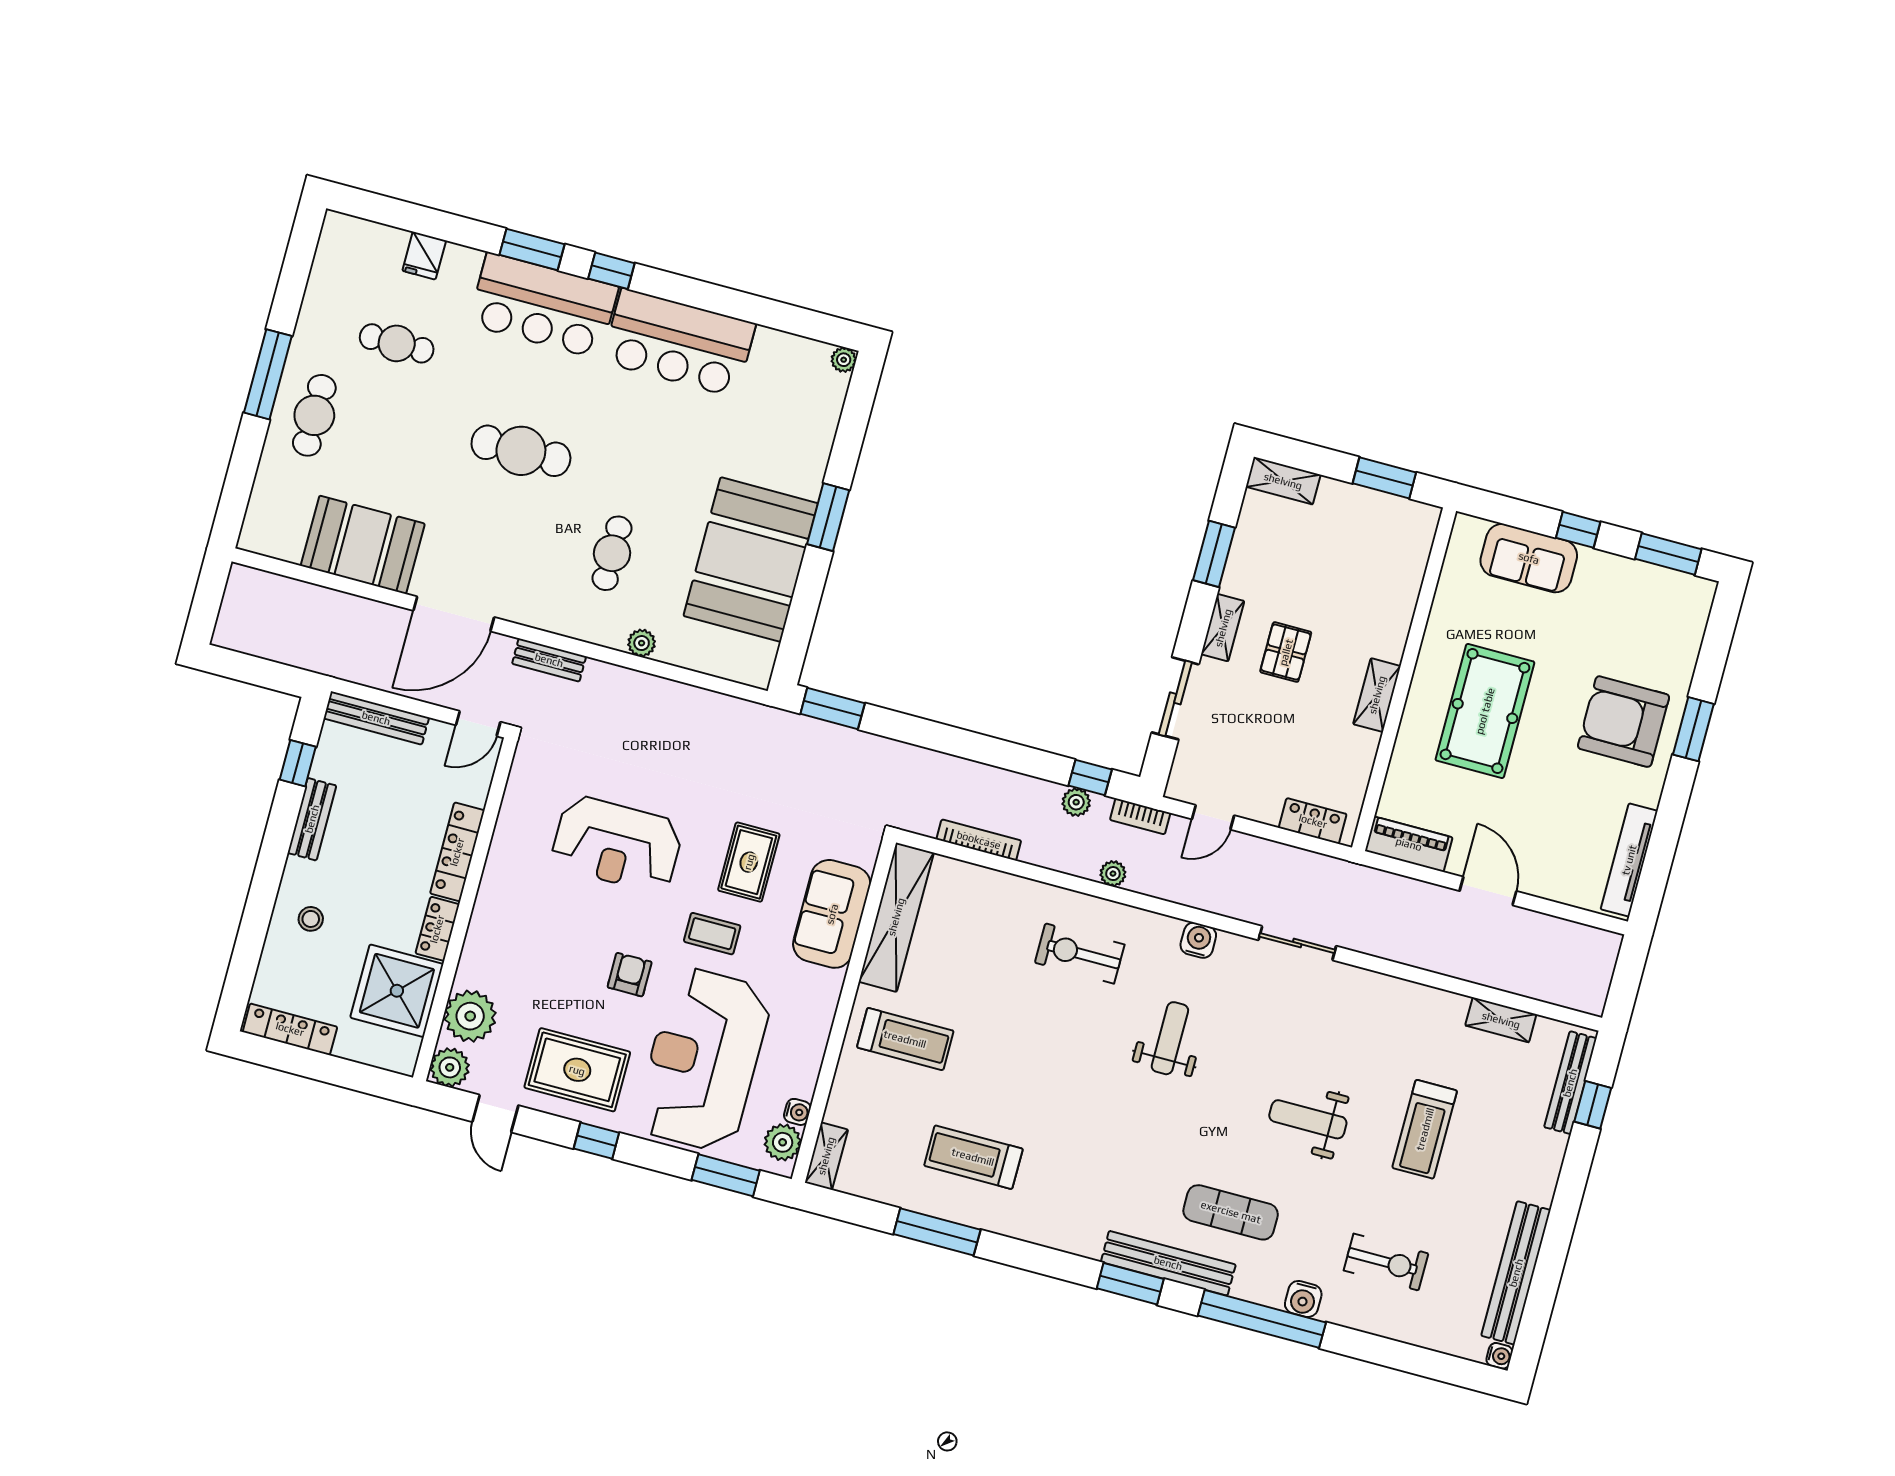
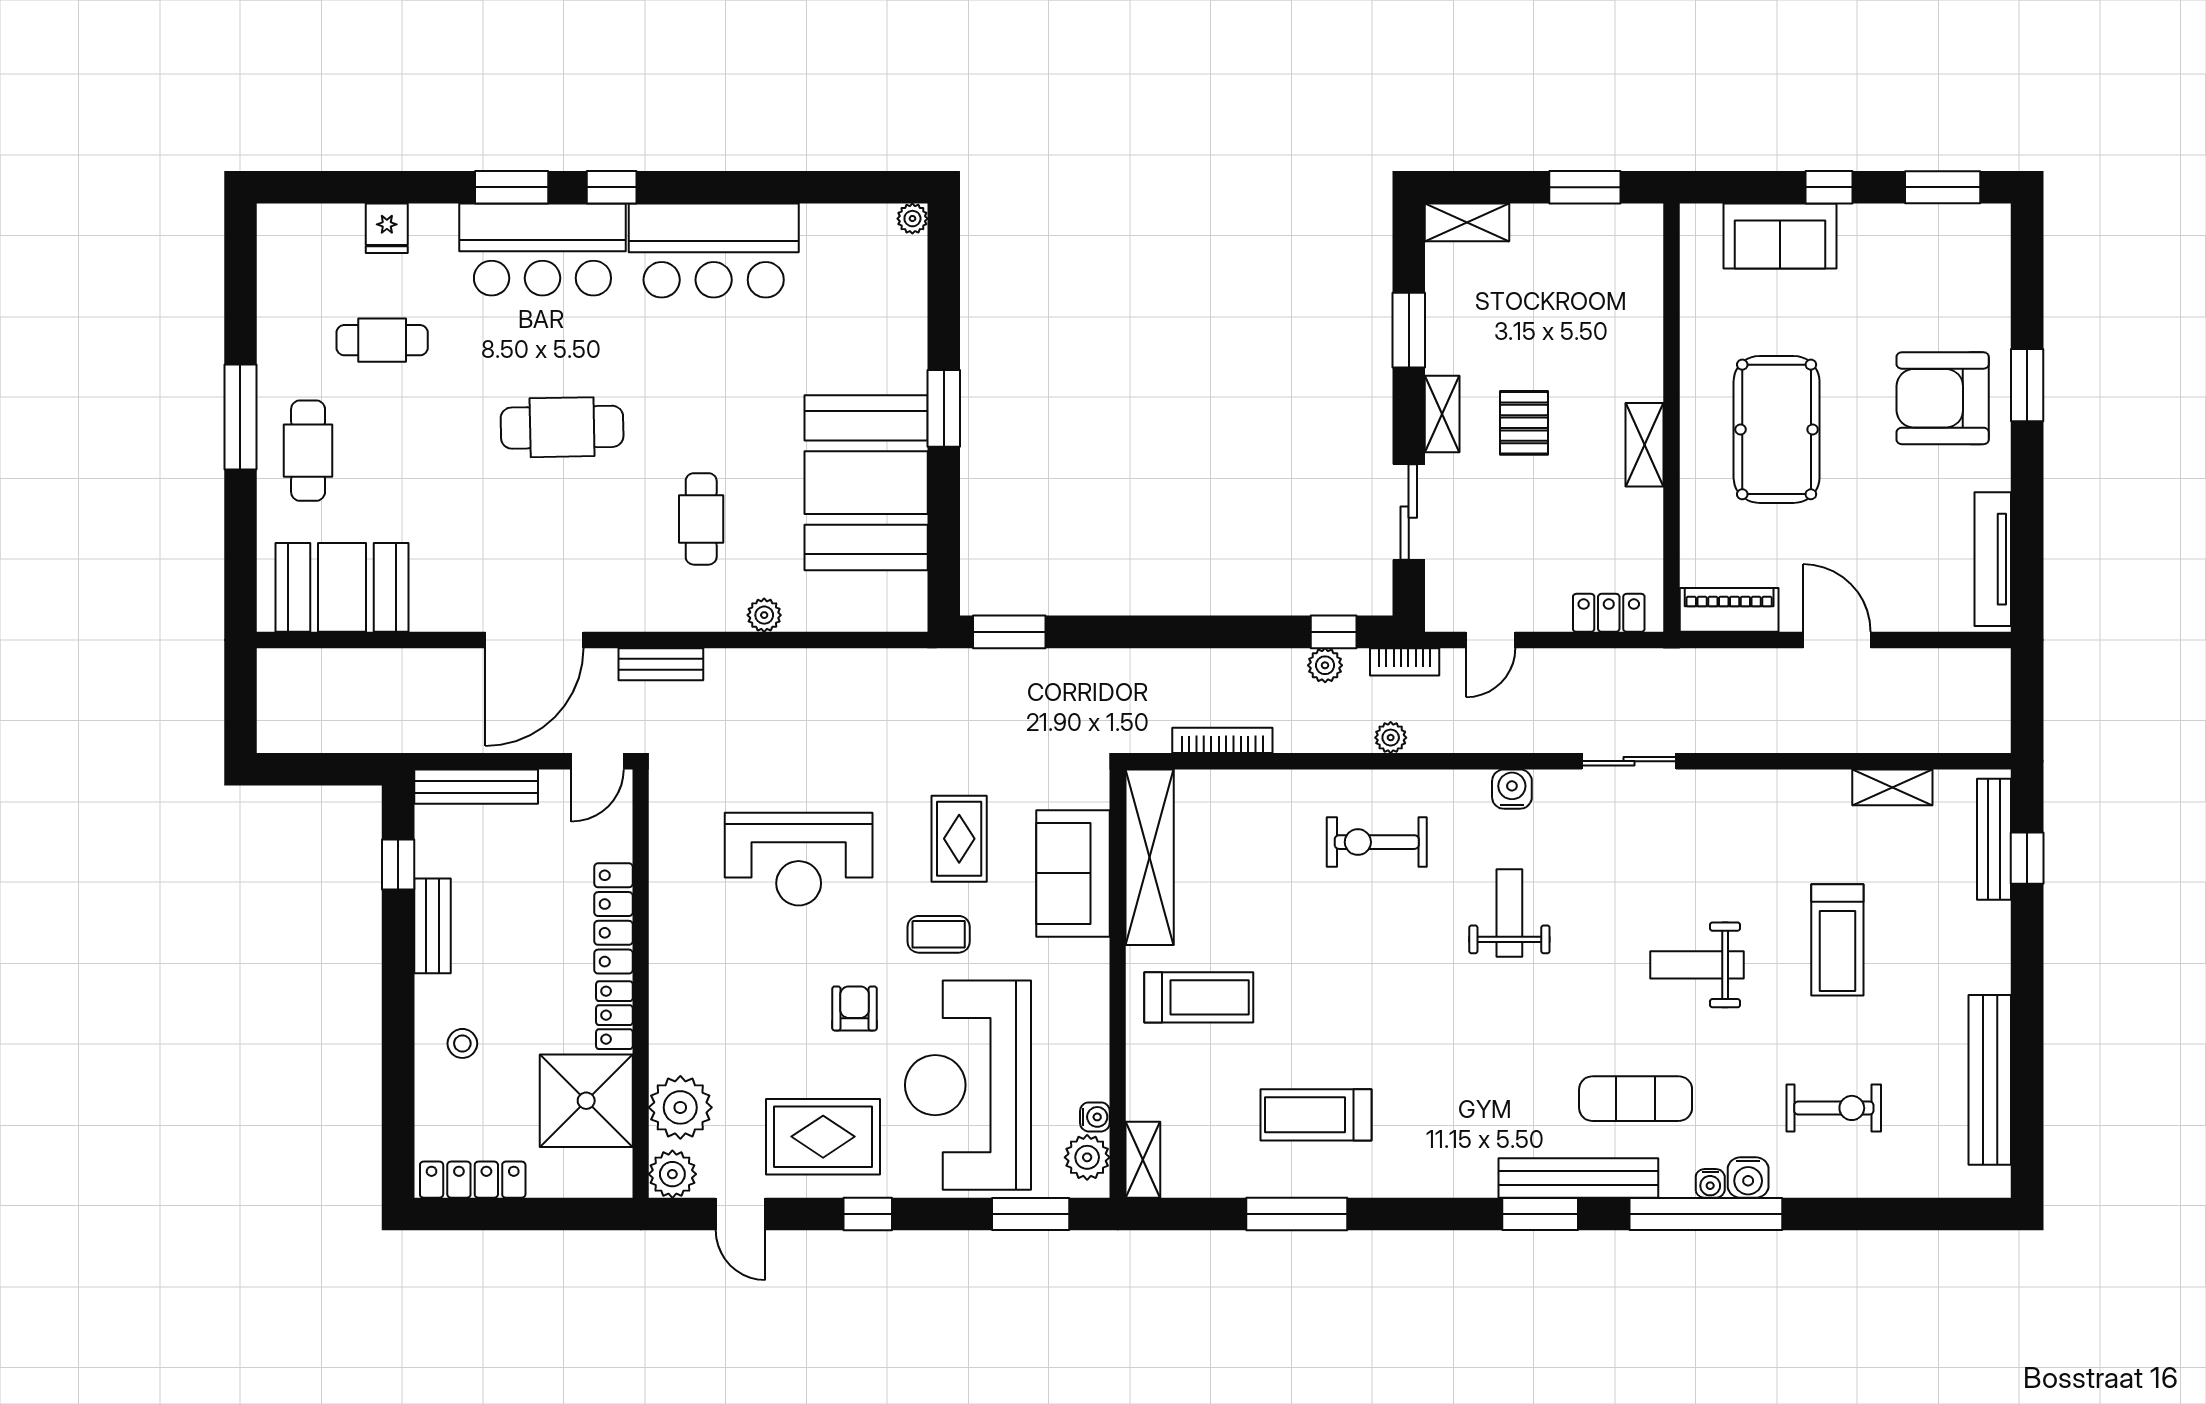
booth: (363, 545) -> (342, 587), moved
water cooler: (1499, 1356) -> (1710, 1183), moved, turned 90

